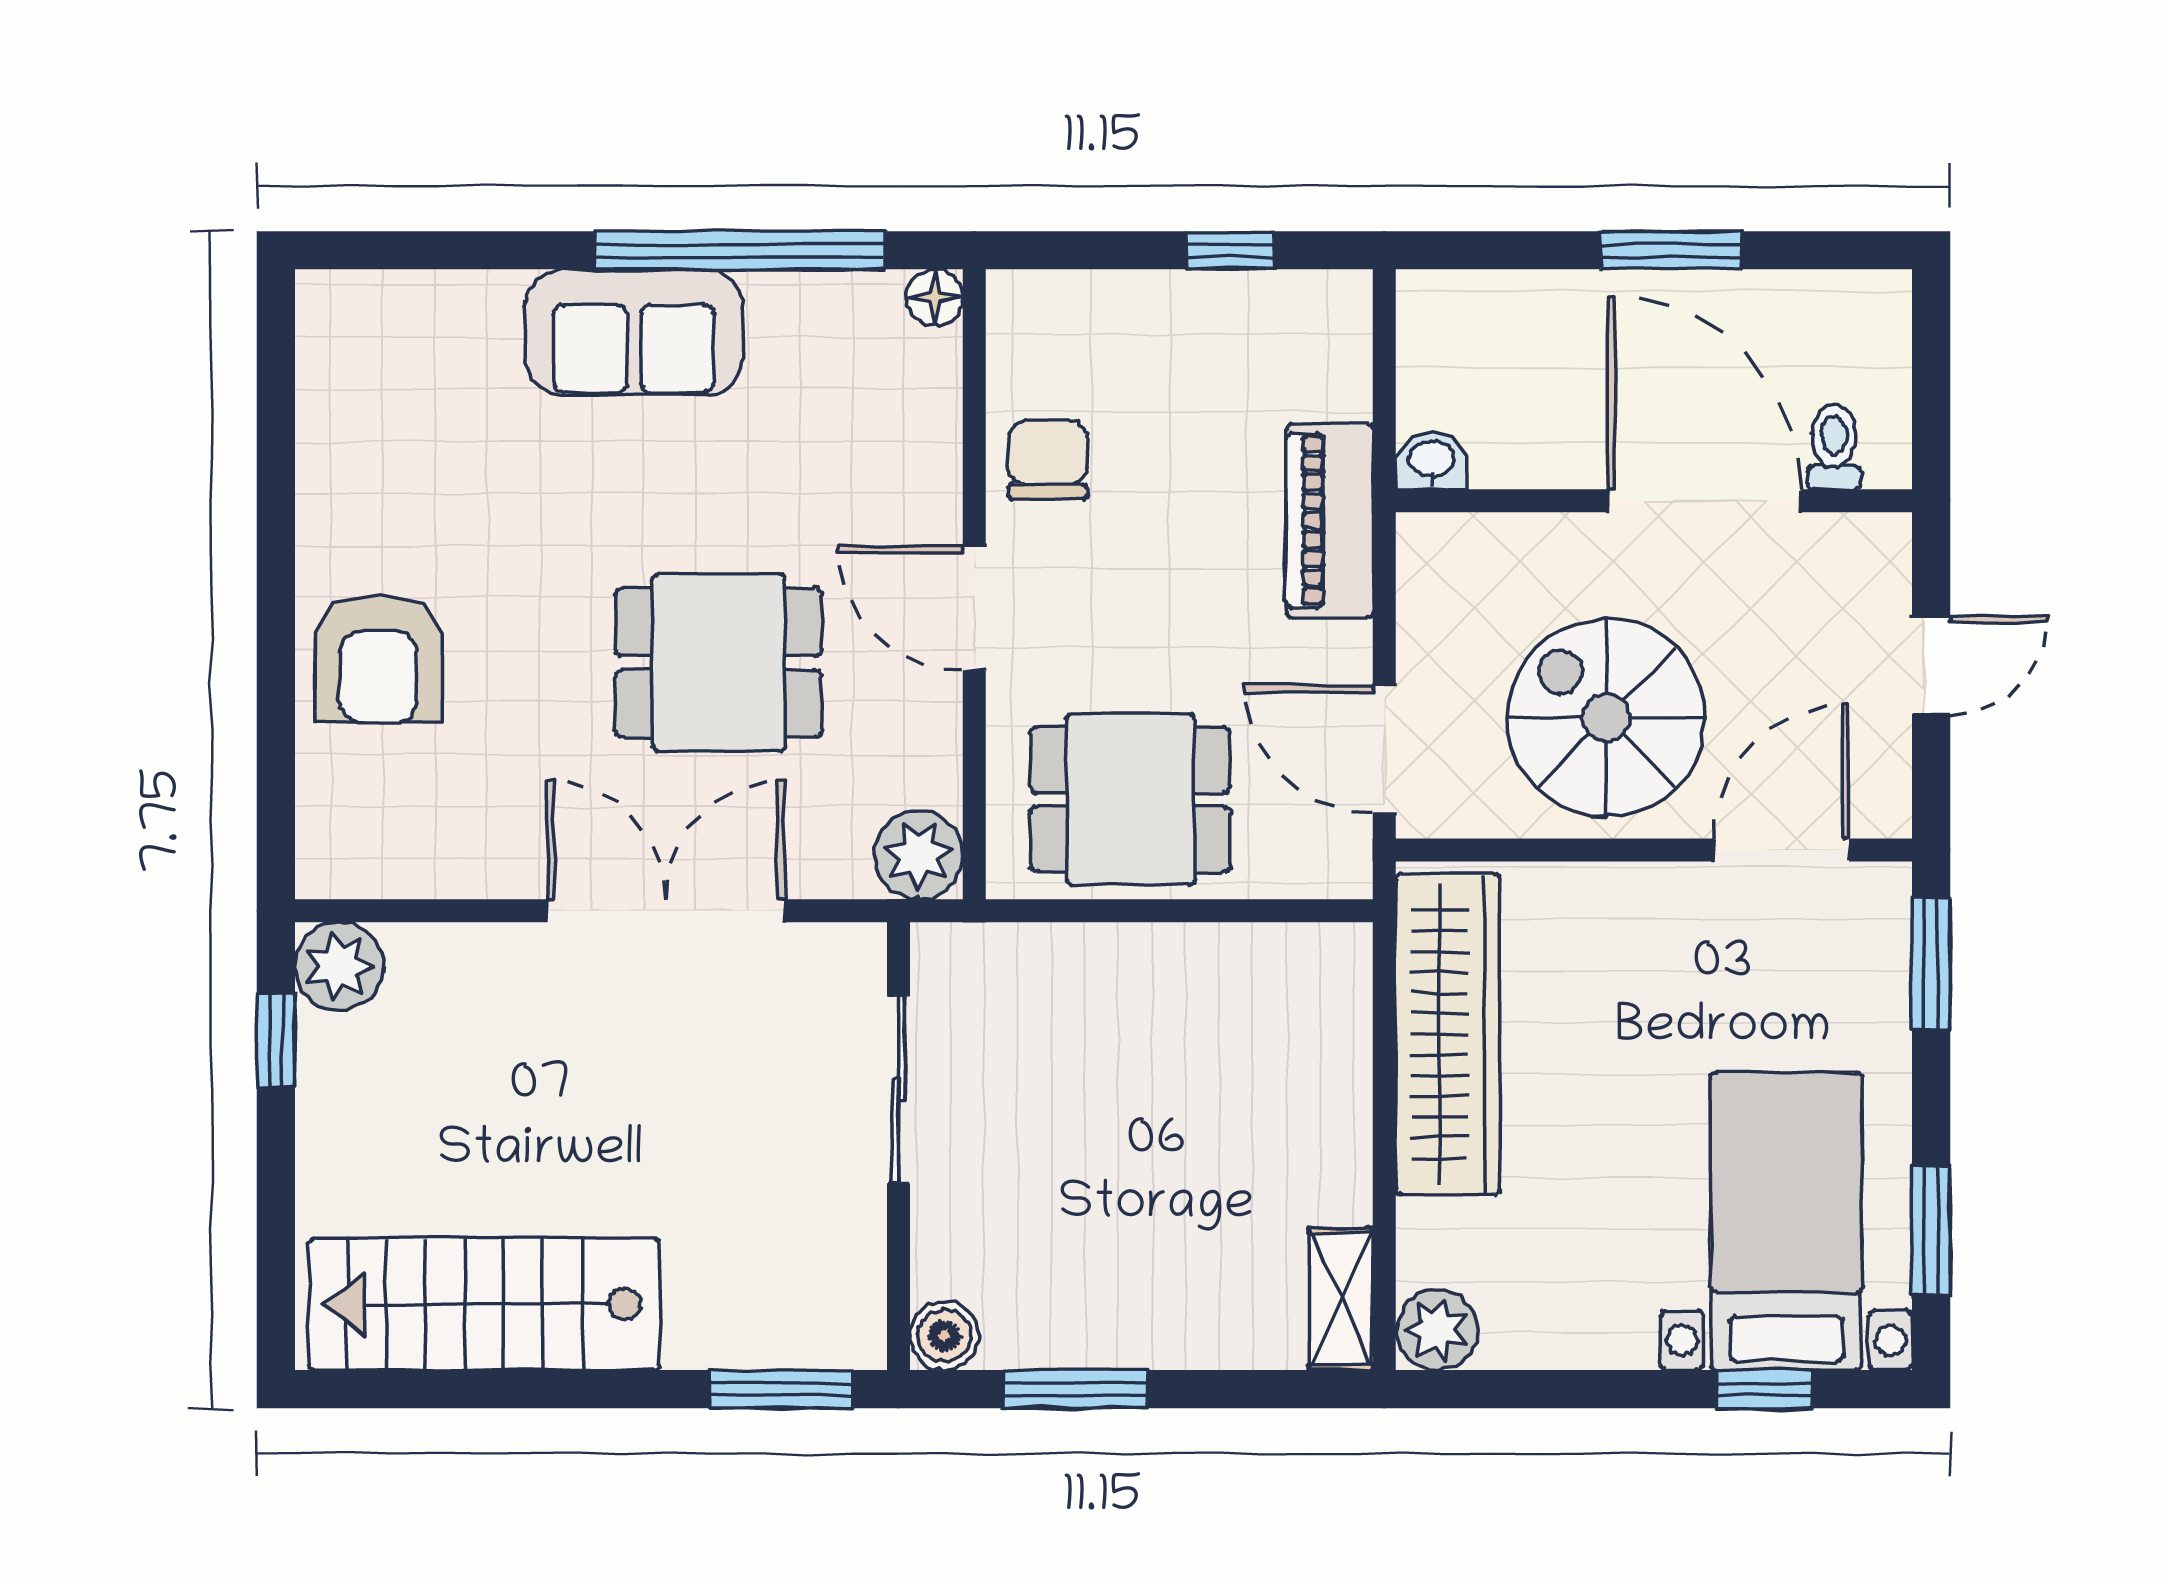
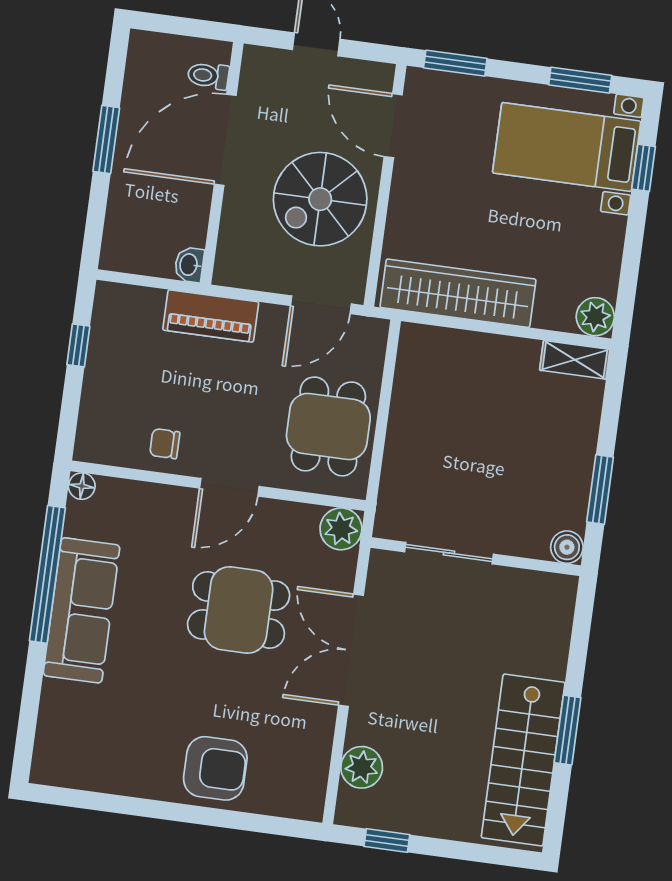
sofa: (634, 332) -> (81, 610), width x1.36
chair: (1048, 460) -> (165, 444), width x0.73, depth x0.73
dining table: (719, 663) -> (239, 610), turned 90
plant: (339, 966) -> (362, 767), moved
window: (781, 1389) -> (568, 730), moved

